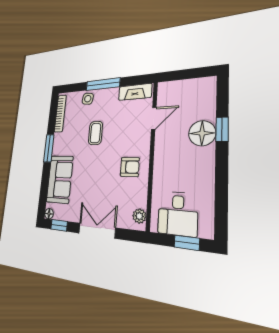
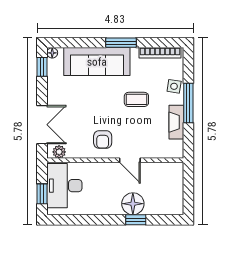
fireplace: (135, 92) -> (176, 122), moved
door: (154, 118) -> (130, 160), moved
sofa: (60, 179) -> (97, 62), width x1.36
desk: (178, 214) -> (64, 186), width x1.37
double door: (97, 230) -> (42, 125), moved

